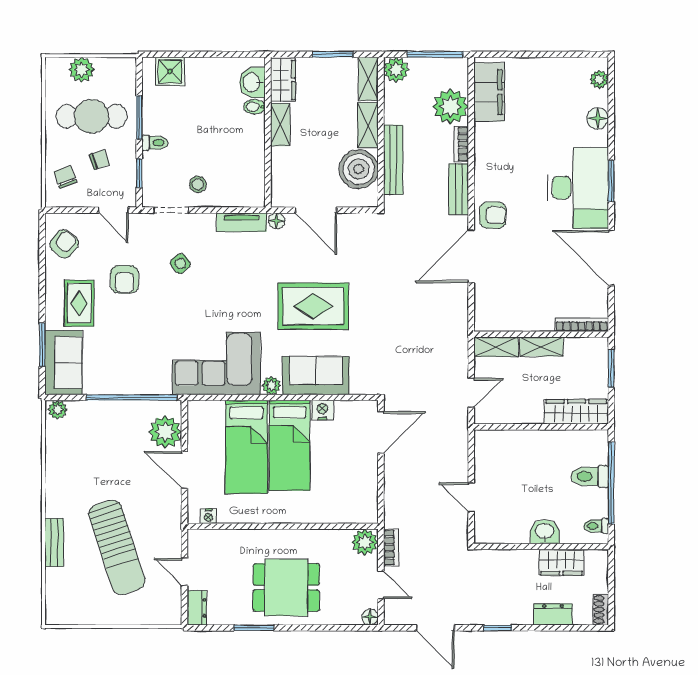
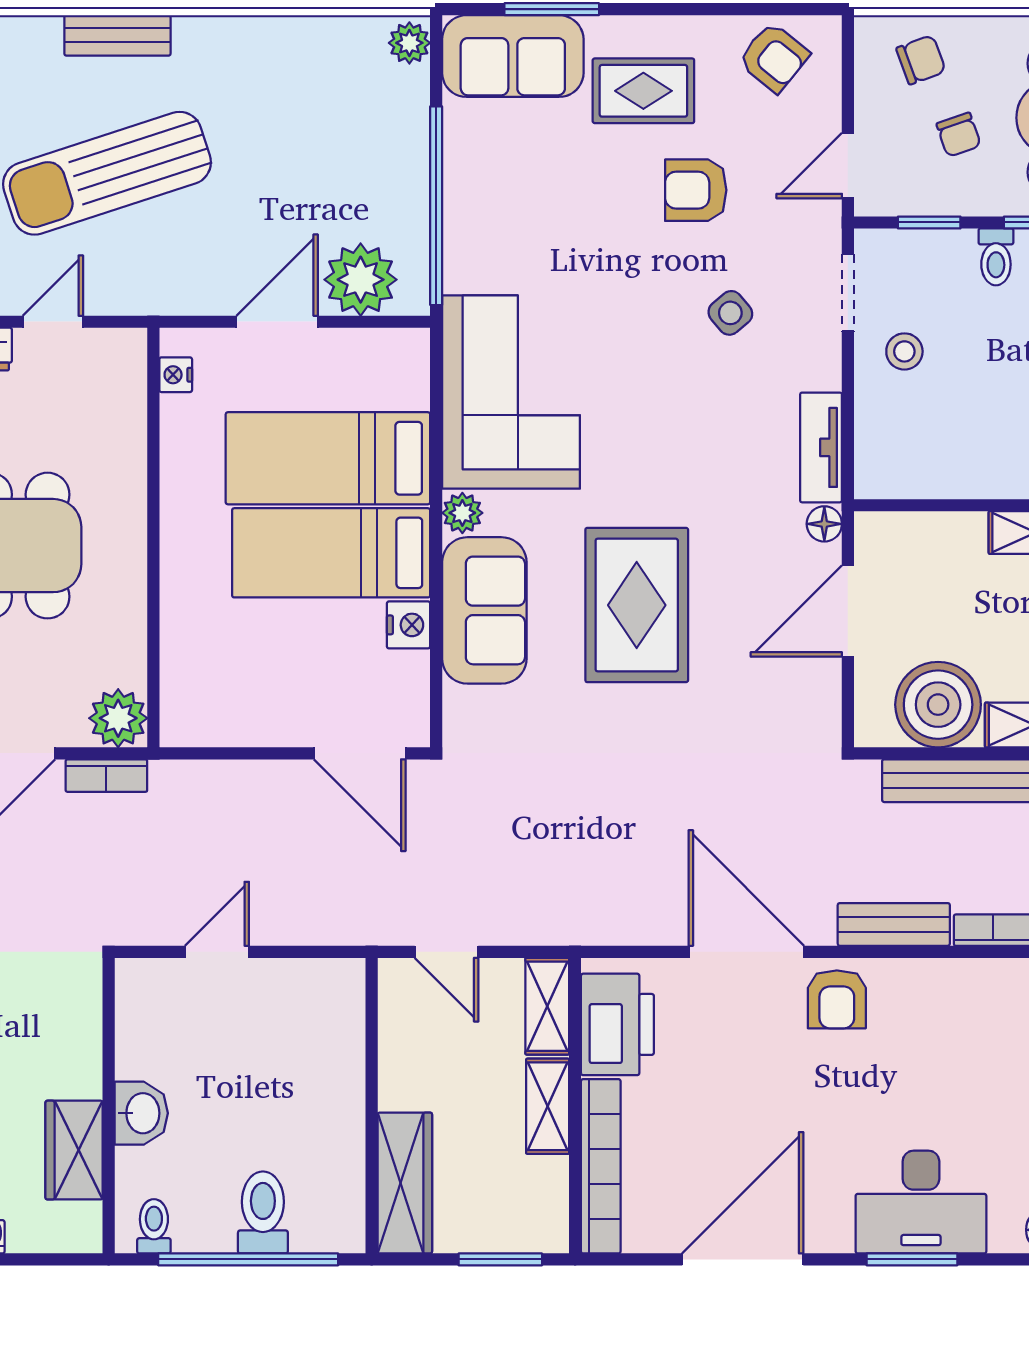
desk: (578, 188) -> (921, 1202), width x0.73, depth x0.77
printer: (504, 315) -> (617, 1024), added
bookcase: (582, 325) -> (601, 1166), width x1.48, depth x1.31

